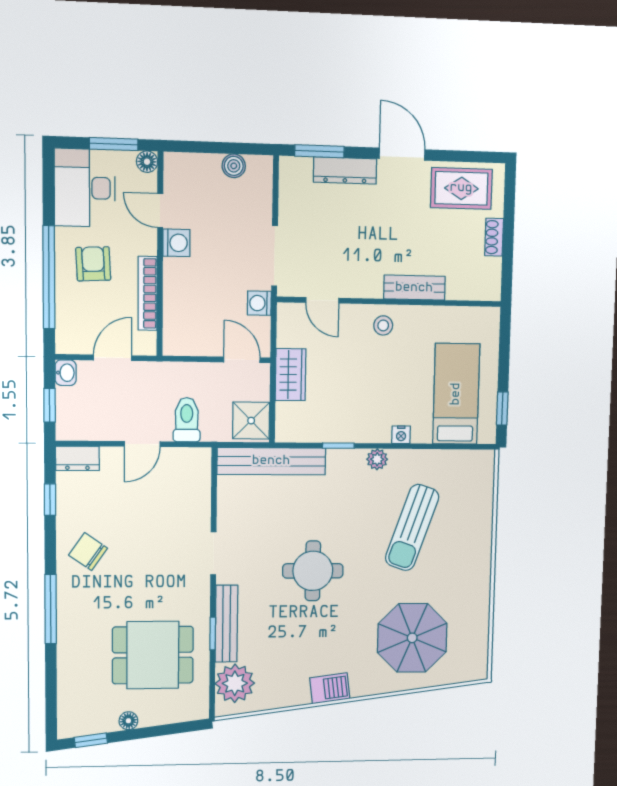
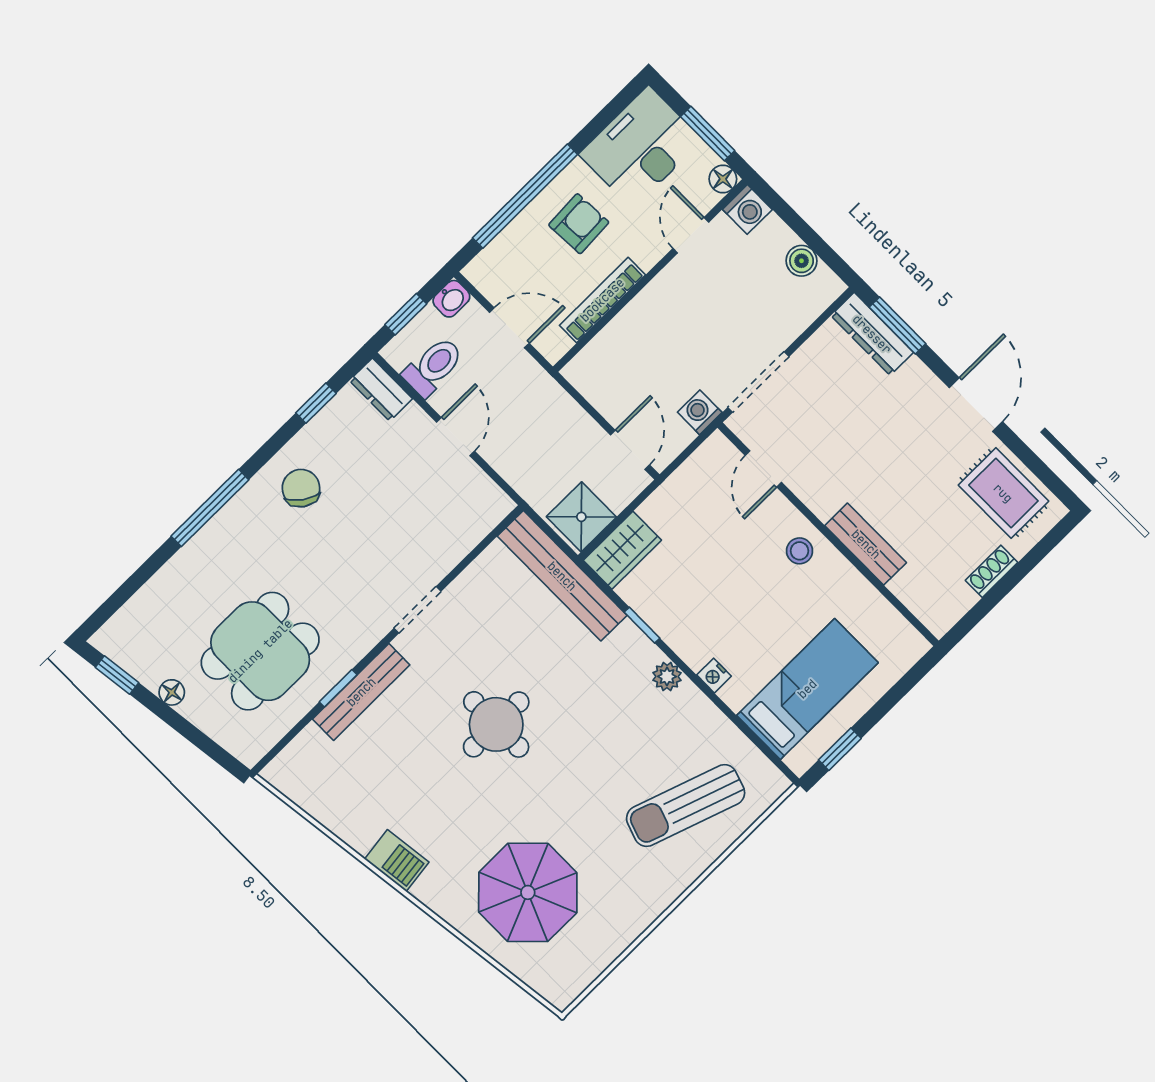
dresser: (345, 170) -> (872, 334), moved
washing machine: (176, 243) -> (747, 209), moved
wardrobe: (291, 375) -> (622, 550), moved
toilet: (187, 420) -> (433, 367), moved
door: (142, 444) -> (456, 437), swing flipped
sun lounger: (412, 527) -> (686, 805), moved
dining table: (153, 655) -> (260, 651), turned 90
plant: (235, 683) -> (310, 760), removed

